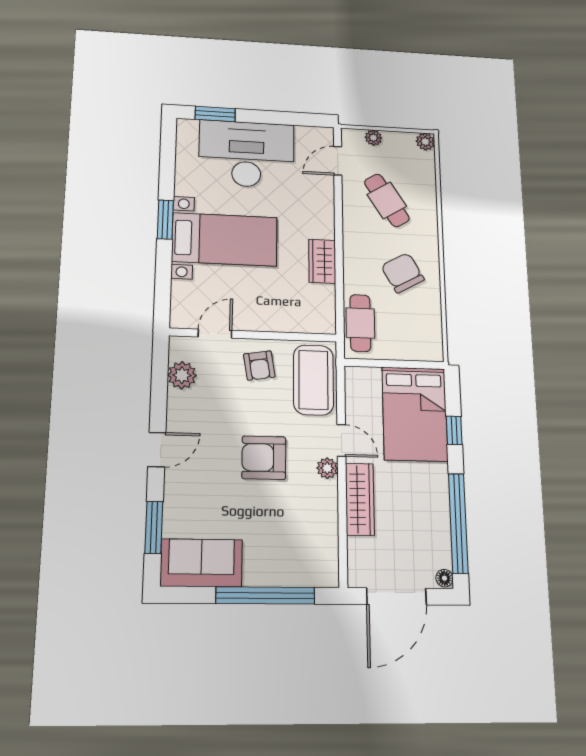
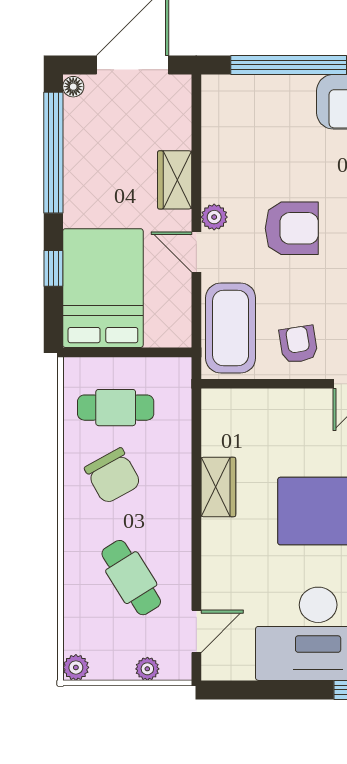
cafe table: (360, 323) -> (116, 408), moved, turned 90
wardrobe: (360, 499) -> (175, 180), width x0.67

